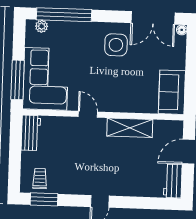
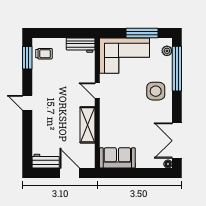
side table: (116, 45) -> (156, 91), moved
window: (18, 80) -> (142, 33), moved
door: (88, 114) -> (97, 91), swing flipped

